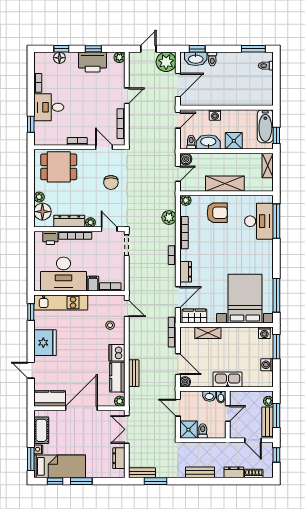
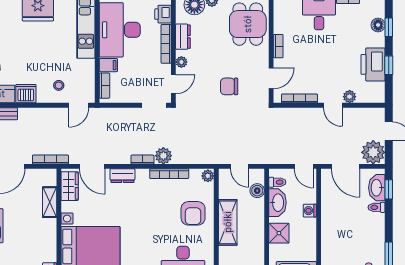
plant: (119, 57) -> (350, 97), moved
boiler: (186, 159) -> (257, 191), moved
plant: (169, 217) -> (163, 156), moved
dresser: (69, 221) -> (183, 37), width x0.70

